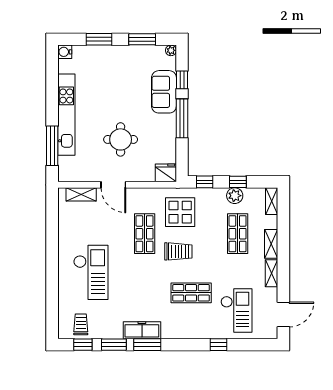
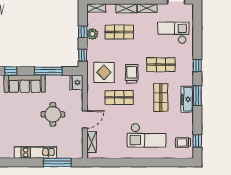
sofa: (164, 92) -> (25, 84), width x1.36
kitchen unit: (66, 115) -> (35, 153), width x0.73
window: (182, 118) -> (48, 71), moved
checkout: (91, 272) -> (146, 135), turned 180
shop shelf: (145, 293) -> (161, 97), added
shop shelf: (191, 293) -> (161, 65), turned 90
window: (114, 345) -> (197, 119), removed
window: (218, 345) -> (197, 66), moved

